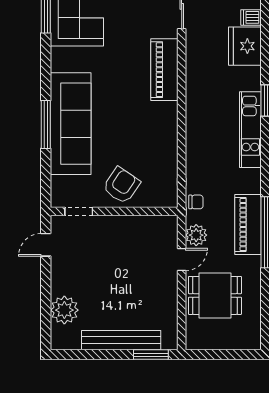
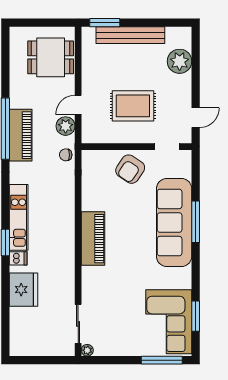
dishwasher: (251, 17) -> (18, 258), moved
piano: (164, 70) -> (93, 239), moved
rug: (118, 258) -> (133, 106), added
dining table: (215, 295) -> (51, 57), moved

